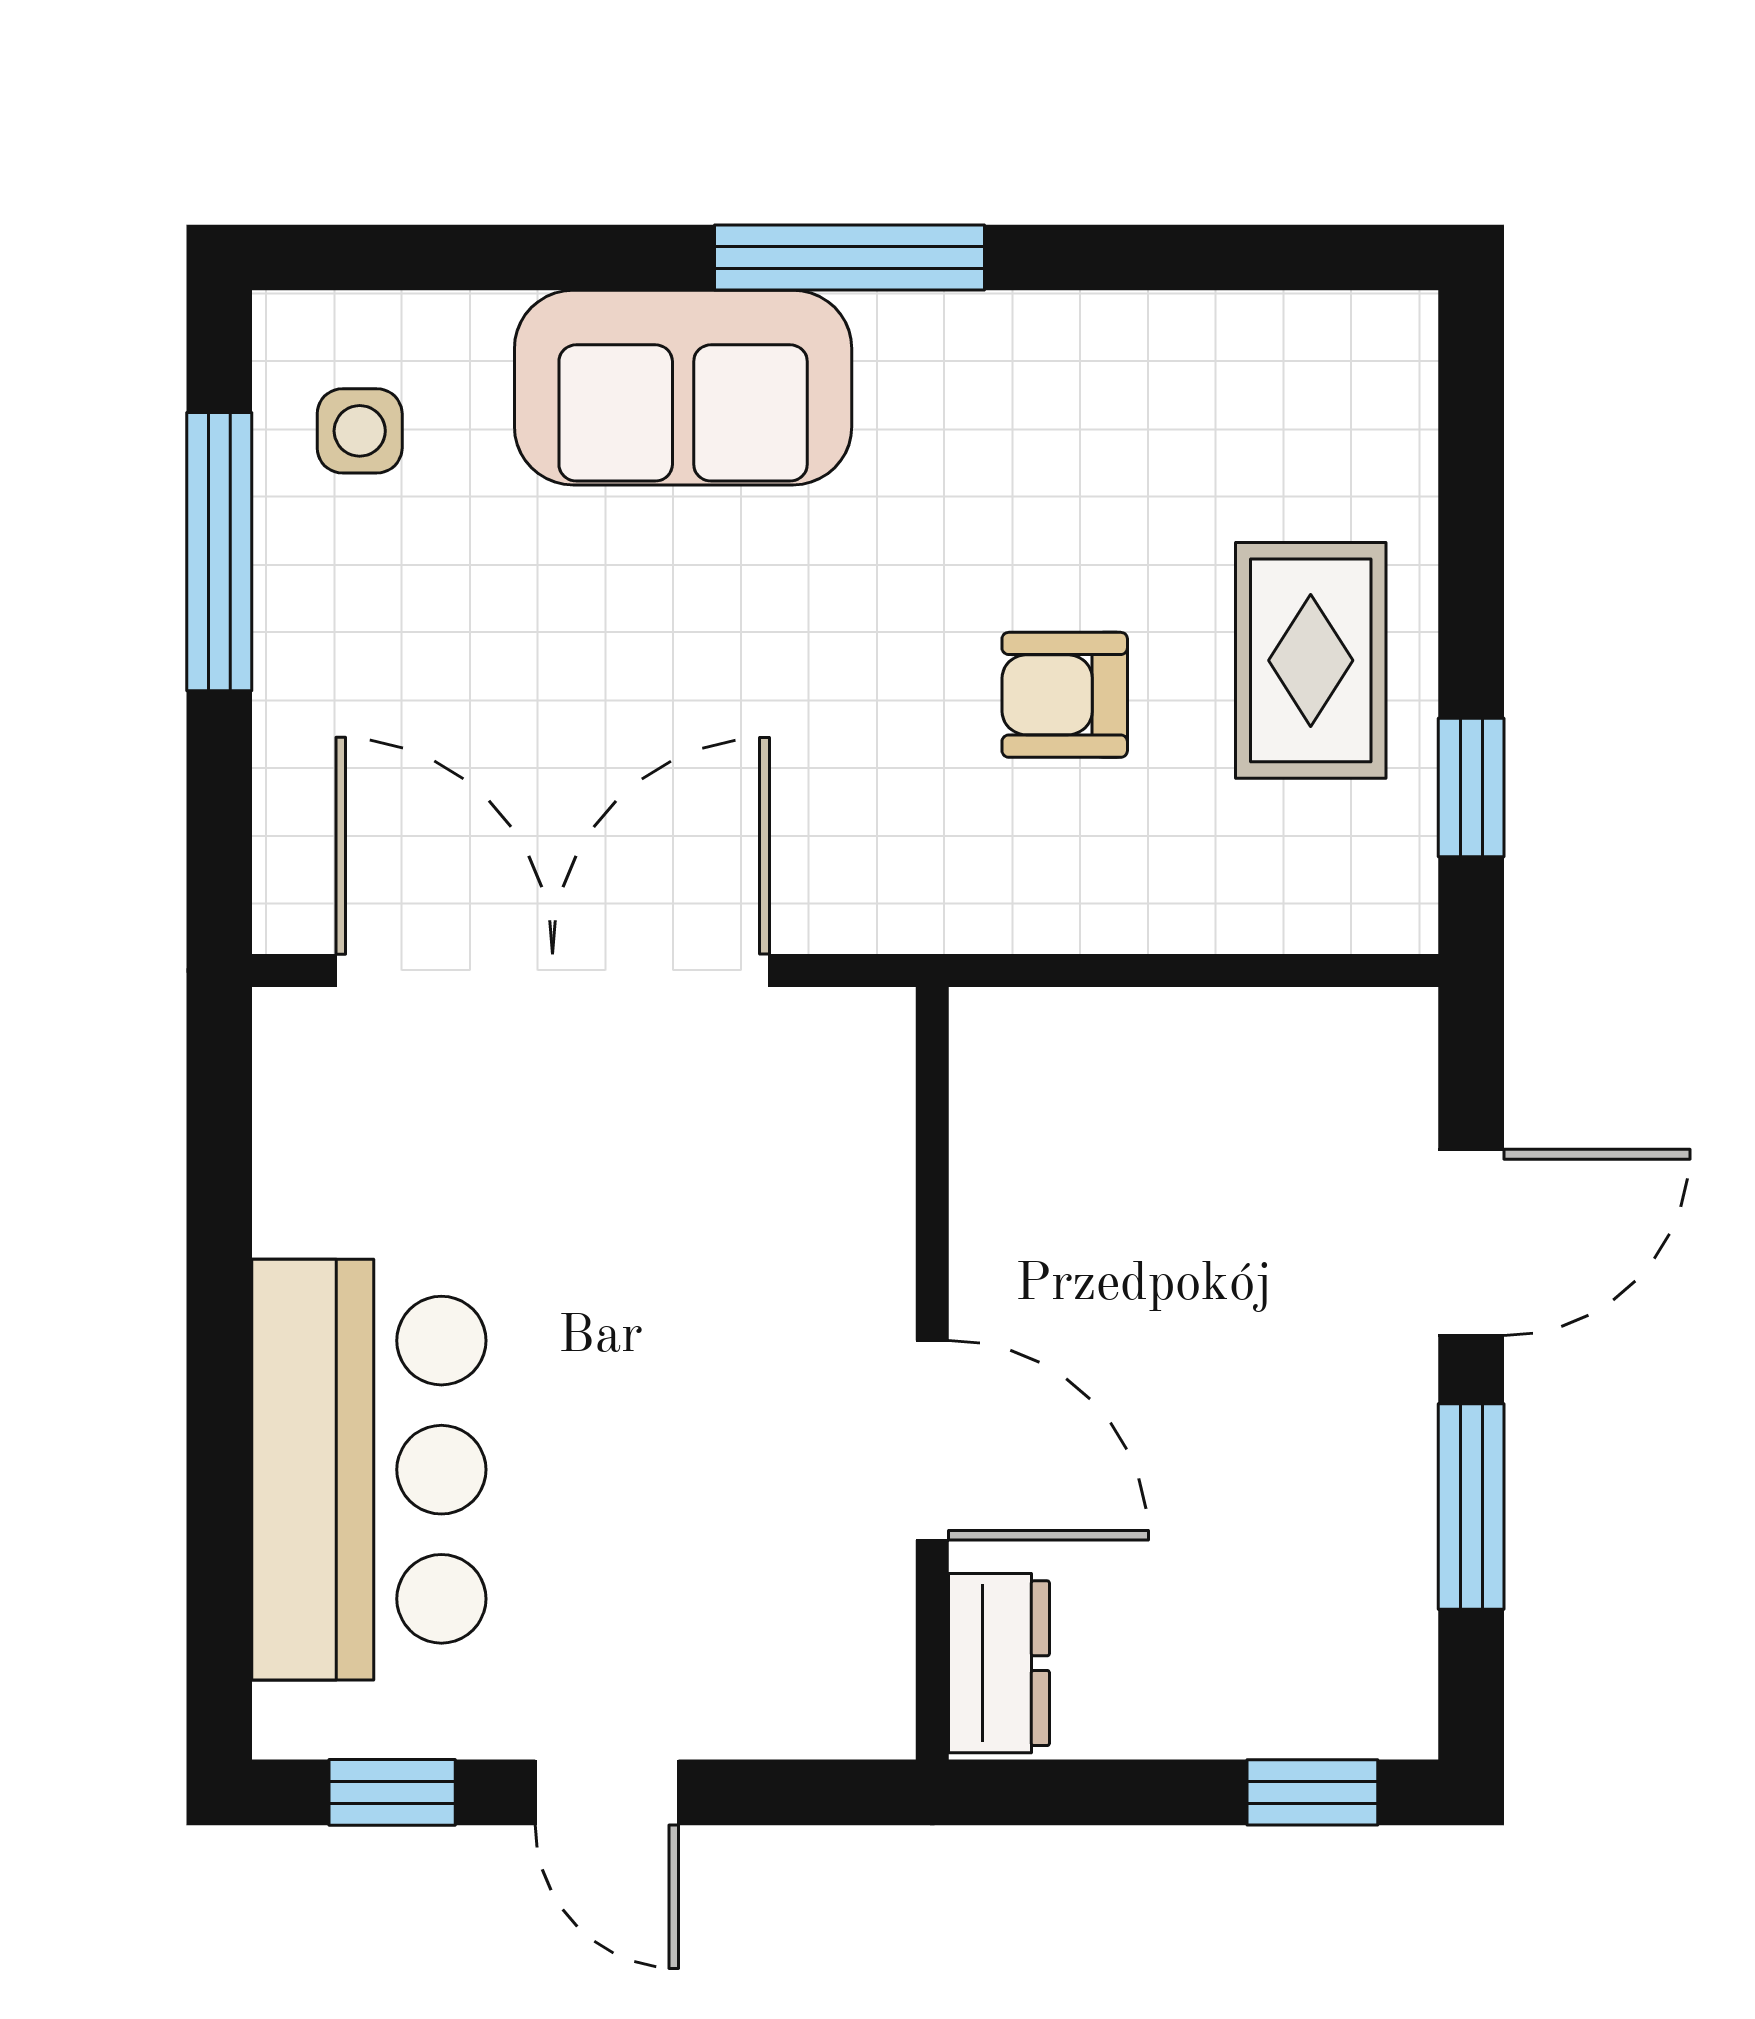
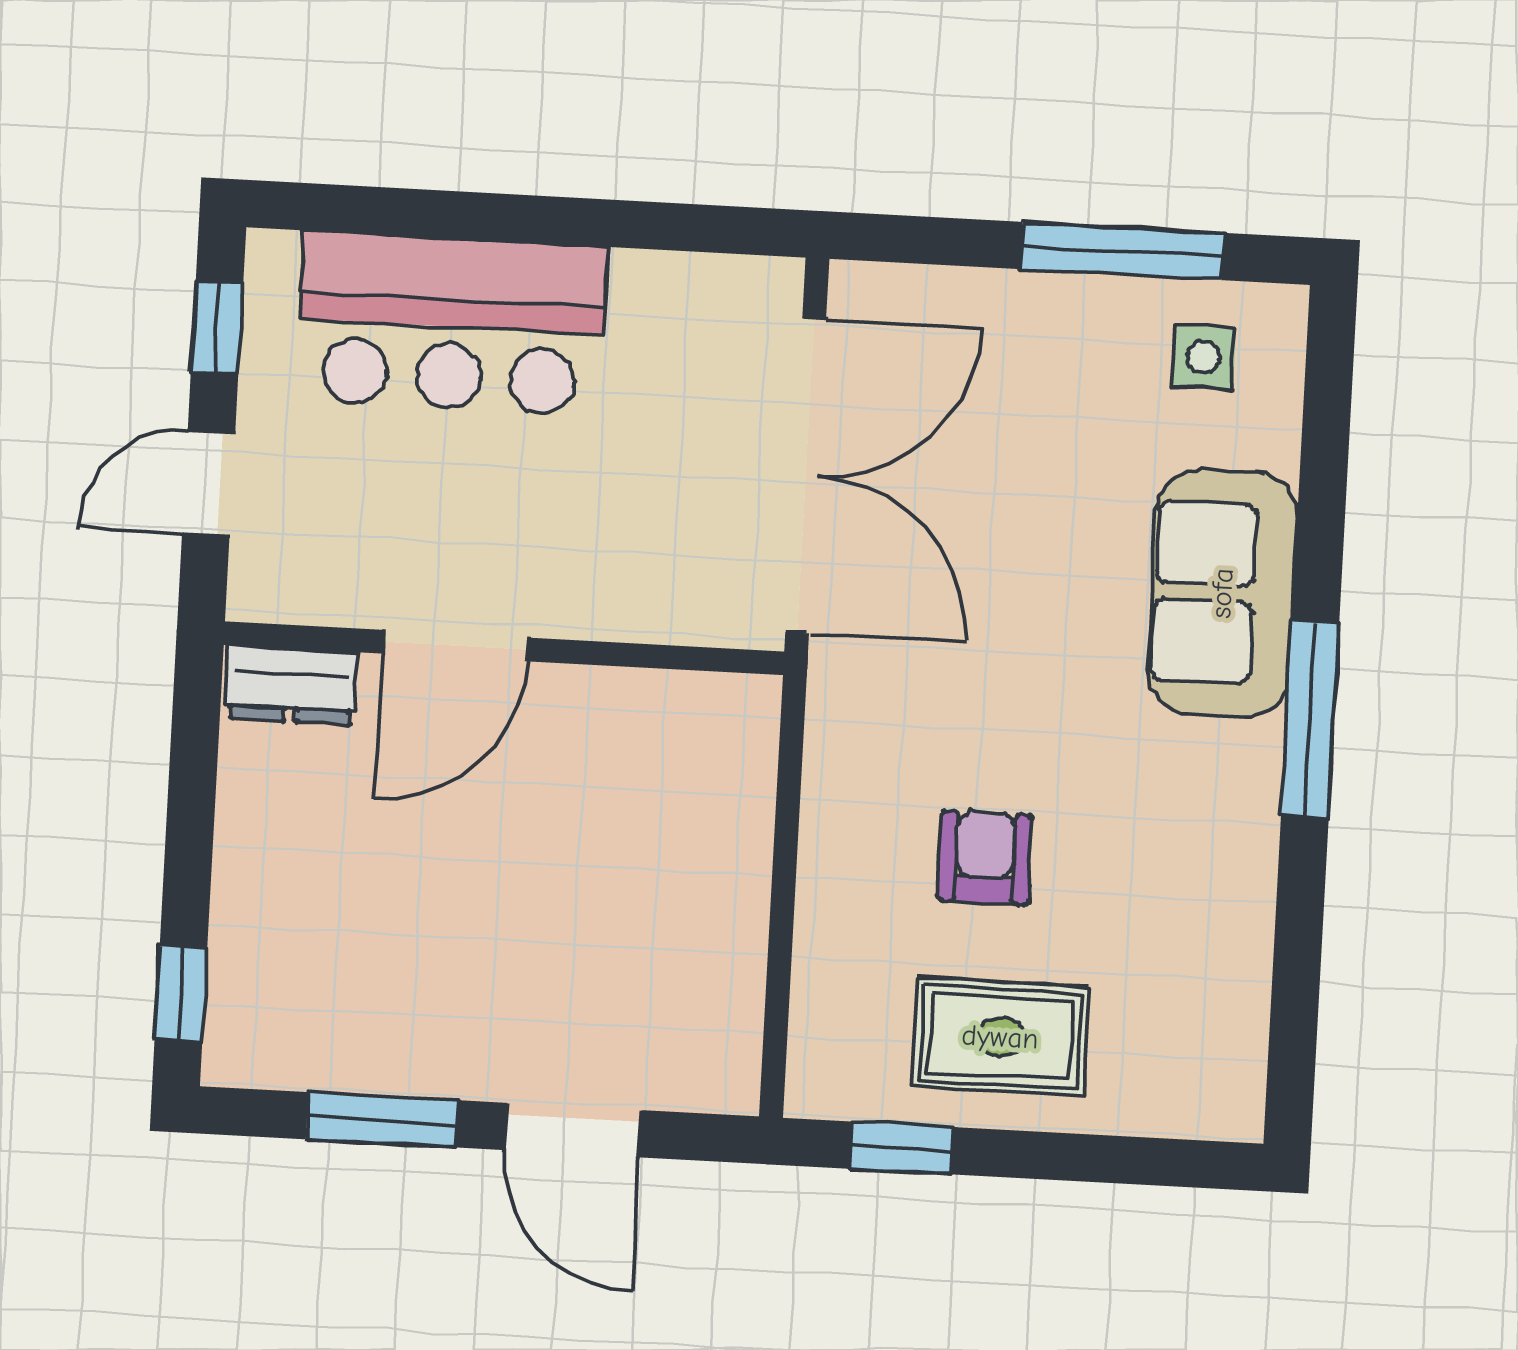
wall: (932, 1373) -> (504, 648), moved
door: (932, 1440) -> (455, 646), moved
dresser: (999, 1663) -> (291, 685), moved

